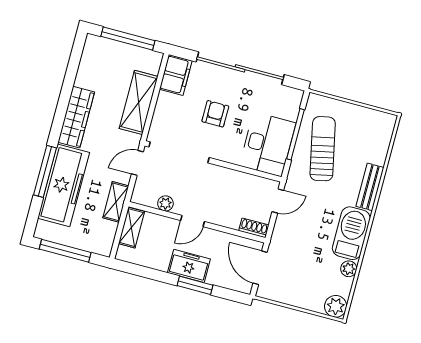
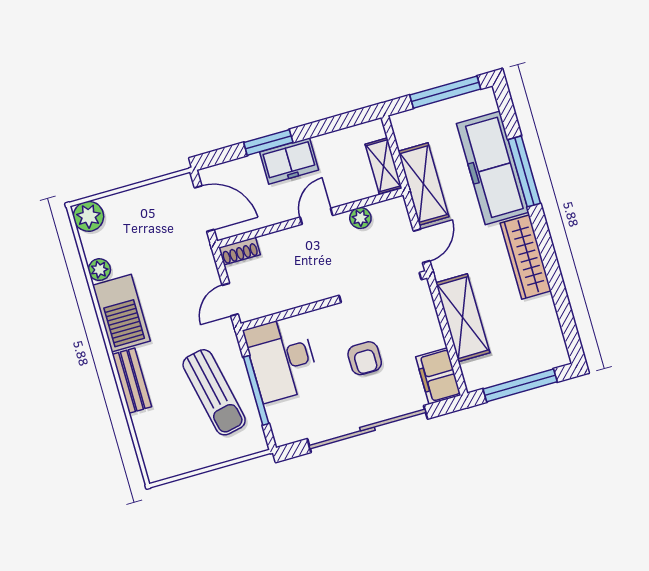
shelving: (116, 202) -> (424, 184), width x1.50, depth x1.33

